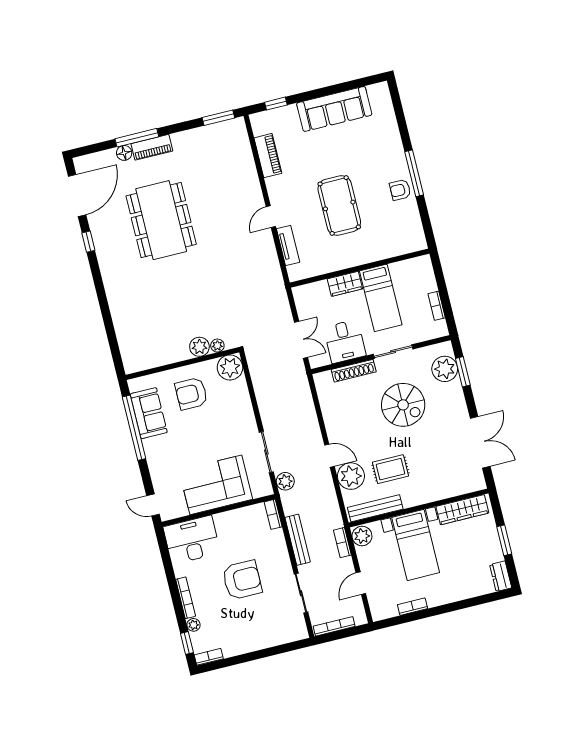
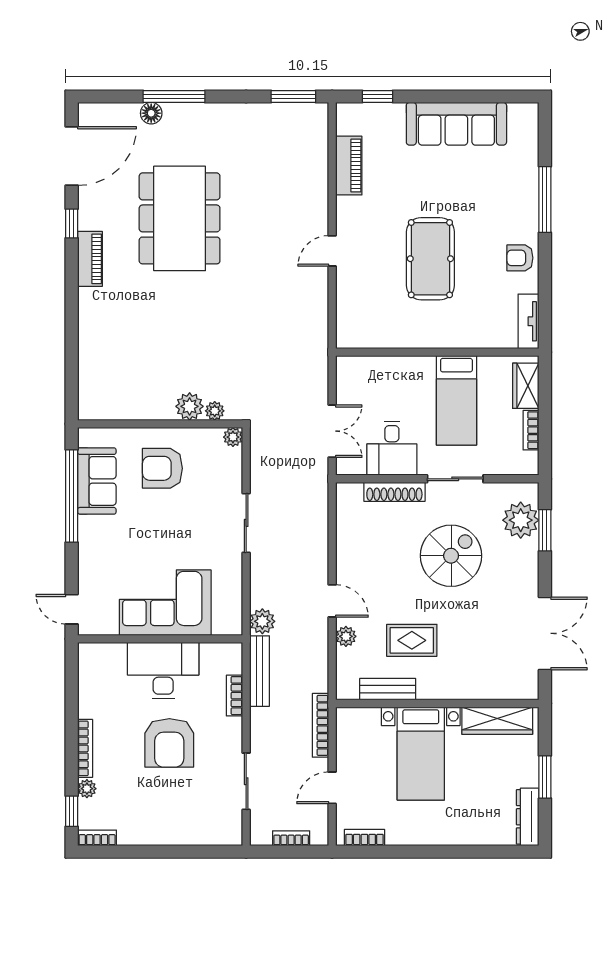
piano: (152, 147) -> (90, 259), moved, turned -90
window: (414, 173) -> (545, 200), moved
tv unit: (288, 246) -> (528, 321), moved, turned 180
wardrobe: (345, 284) -> (526, 386), moved, turned 90
plant: (230, 367) -> (233, 437), width x0.53, depth x0.53
spiral stairs: (403, 405) -> (451, 556), turned -90
sliding door: (266, 452) -> (246, 523), moved
plant: (351, 476) -> (346, 636), width x0.53, depth x0.53
bench: (375, 508) -> (388, 689), width x0.73
bookcase: (273, 514) -> (234, 696), moved
plant: (362, 536) -> (350, 723), removed
desk: (192, 540) -> (163, 671), moved
bench: (298, 540) -> (260, 671), moved
bookcase: (342, 543) -> (320, 725), width x1.56
dresser: (501, 576) -> (528, 817), width x1.44
armchair: (242, 580) -> (169, 743), turned 90
bookcase: (412, 607) -> (364, 838), moved
bookcase: (334, 626) -> (291, 838), width x0.64

